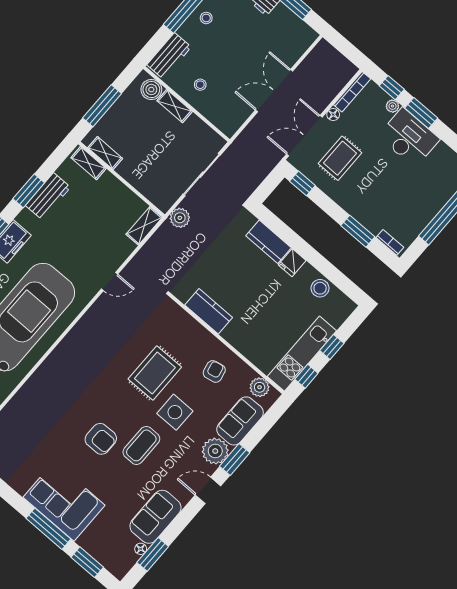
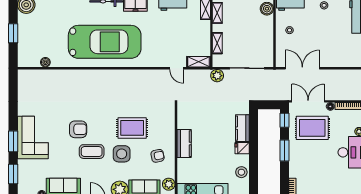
double door: (274, 91) -> (302, 68), moved
shelving: (175, 106) -> (217, 43), moved
rug: (340, 158) -> (312, 128), width x1.36, depth x1.43
window: (358, 231) -> (284, 150), moved
door: (109, 281) -> (177, 68), moved
kitchen counter: (209, 311) -> (184, 144), moved
armchair: (101, 439) -> (78, 129), turned -90
window: (48, 529) -> (13, 141), width x0.69

